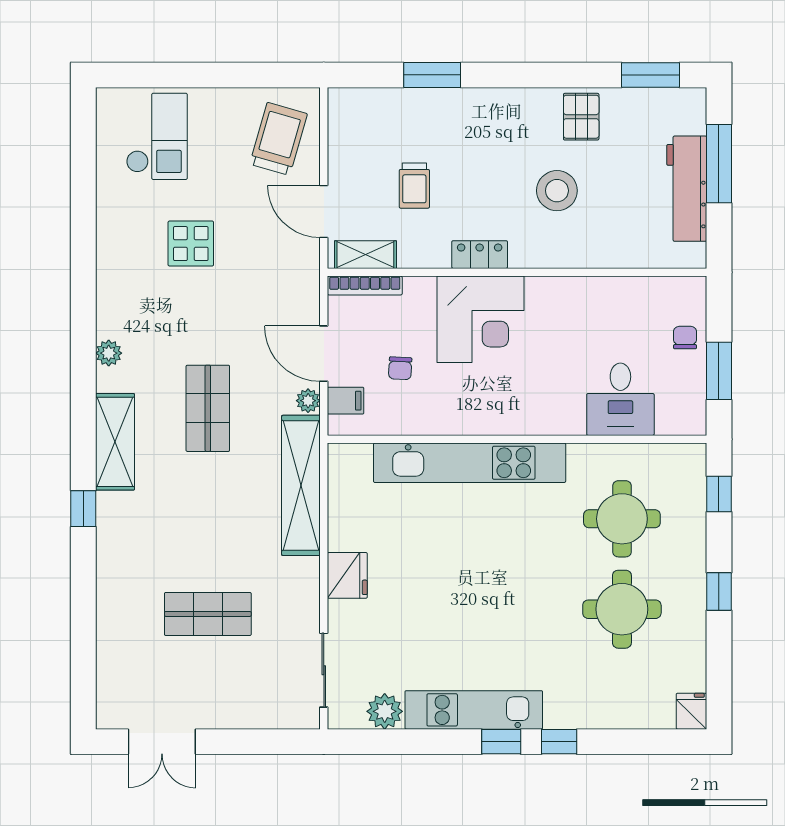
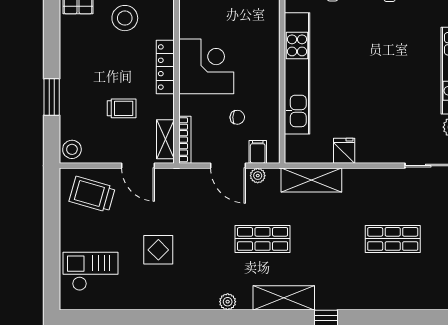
stool: (349, 107) -> (72, 149), added
door: (324, 212) -> (138, 166), hinge flipped
locker: (480, 255) -> (165, 67), width x1.53
door: (324, 354) -> (228, 166), hinge flipped
shelving: (301, 485) -> (311, 180), width x0.68
fridge: (347, 575) -> (344, 151), moved, width x0.72
shop shelf: (208, 614) -> (393, 239), turned 90

